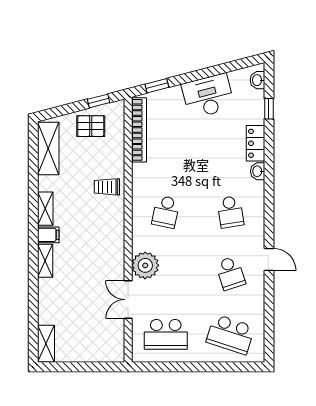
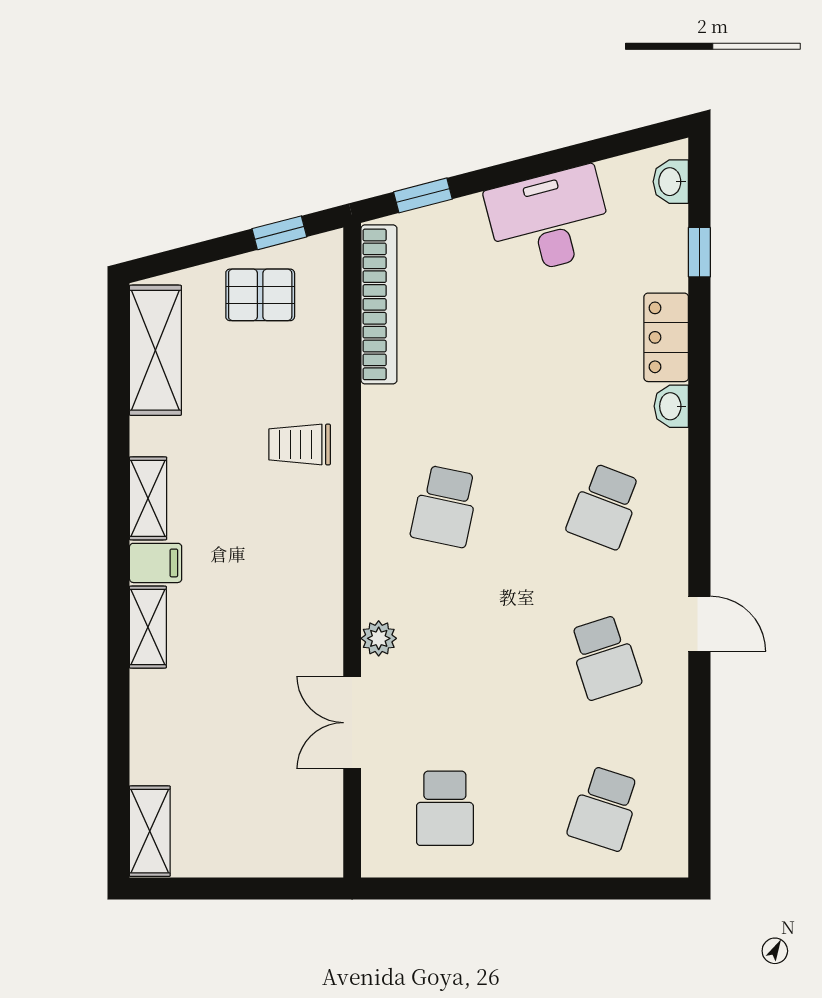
school desk: (230, 212) -> (604, 506), turned 30
plant: (145, 265) -> (379, 638), width x0.53, depth x0.53
school desk: (166, 334) -> (445, 808), width x0.54
school desk: (230, 334) -> (604, 808), width x0.54

